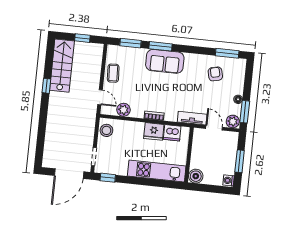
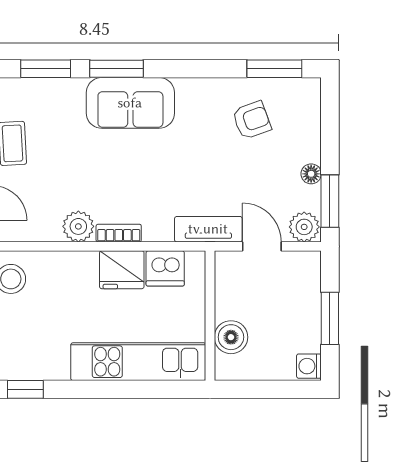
armchair: (215, 74) -> (252, 120), turned 83
plant: (124, 110) -> (78, 226), moved
boiler: (196, 176) -> (231, 337), moved

